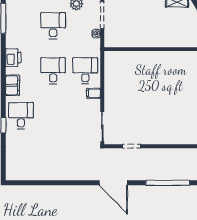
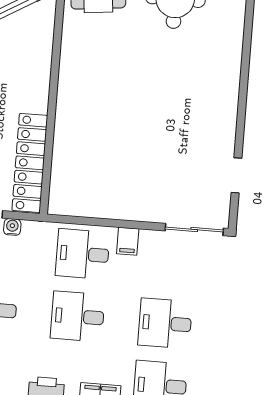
locker: (130, 40) -> (30, 163), added
desk: (53, 116) -> (165, 323), added

